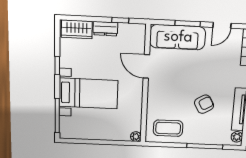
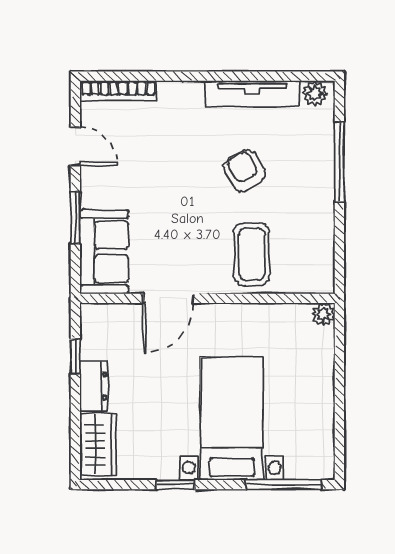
sofa: (178, 37) -> (104, 252), width x0.73
coffee table: (168, 128) -> (252, 254), moved

